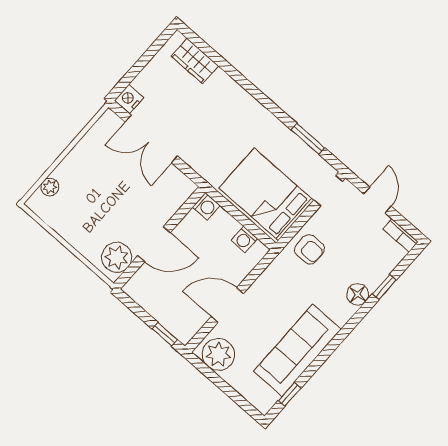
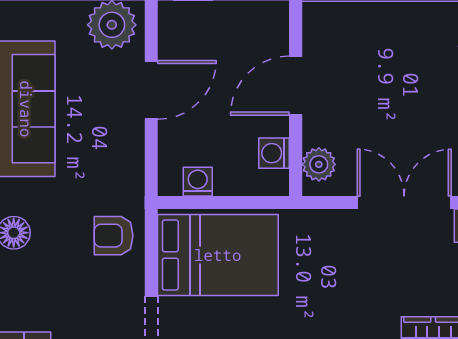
washing machine: (206, 206) -> (274, 153), moved
plant: (117, 257) -> (319, 164), moved, width x0.73, depth x0.73

